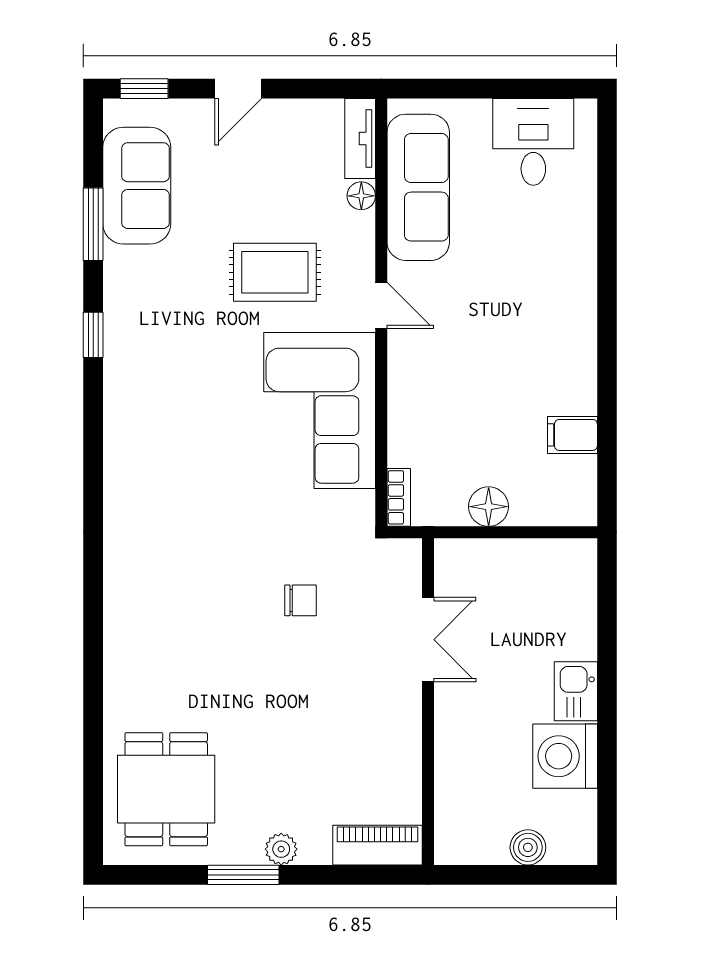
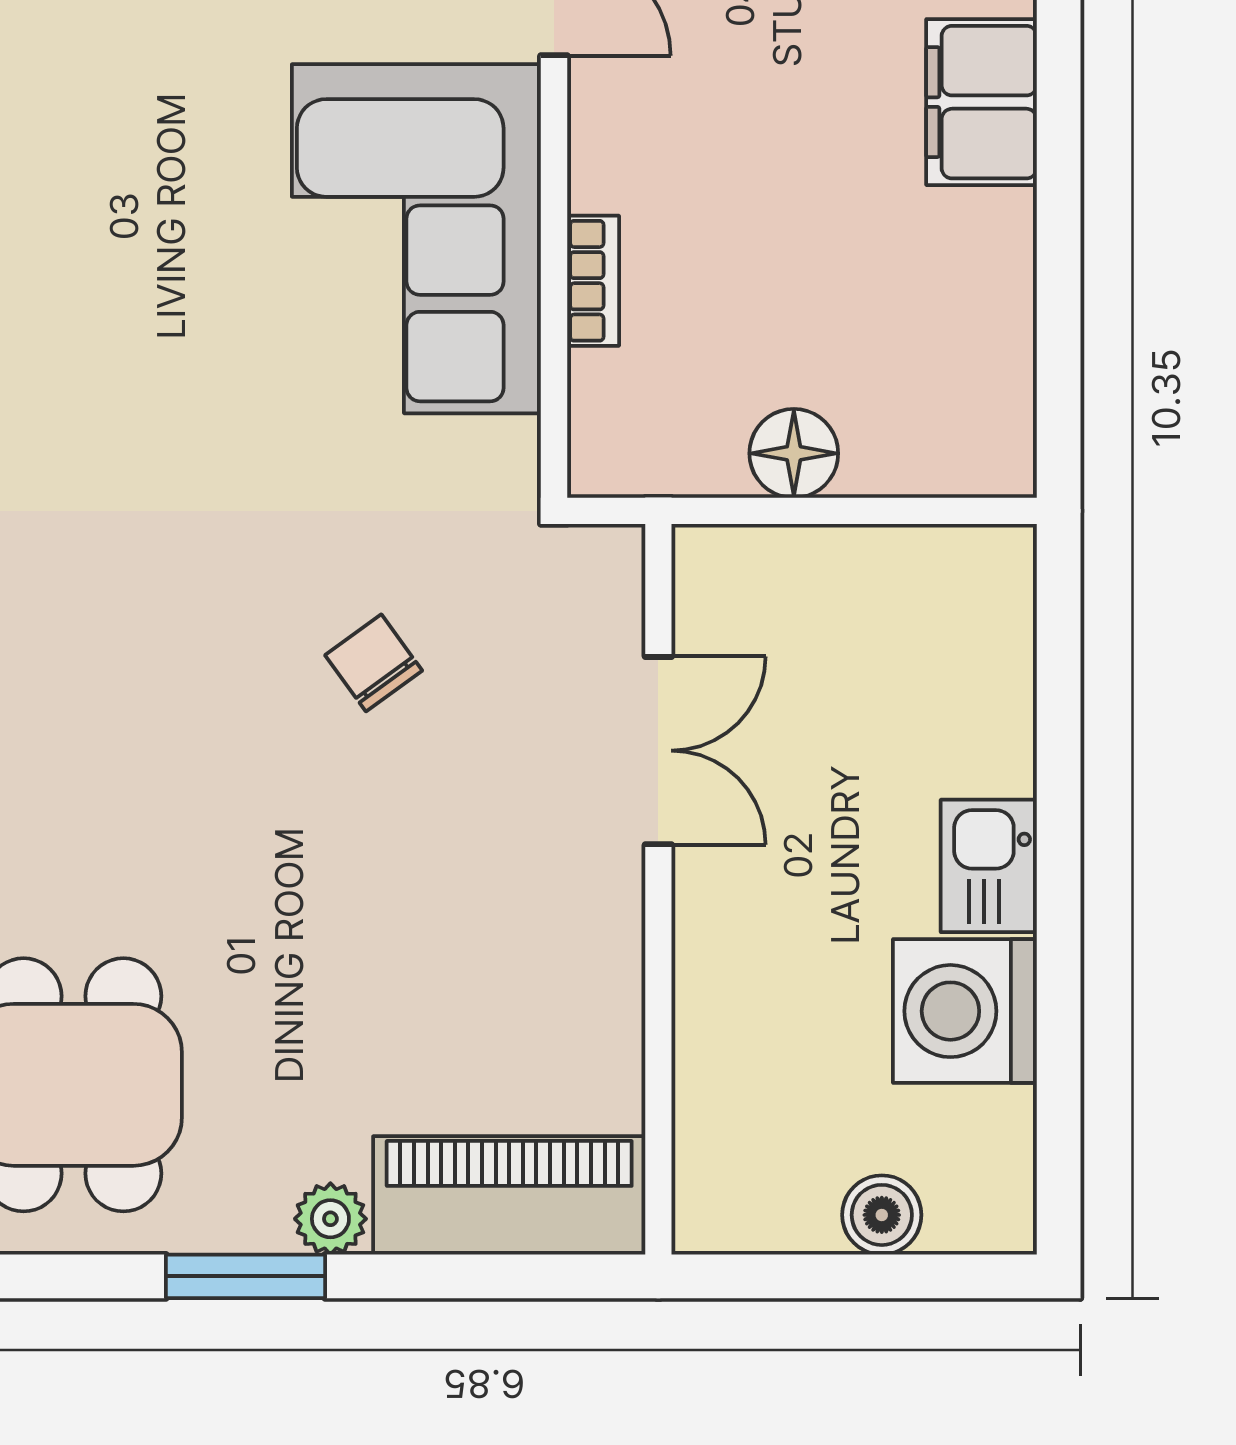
filing cabinet: (572, 435) -> (981, 102), moved, width x2.00
bookcase: (399, 497) -> (593, 281), moved
chair: (301, 600) -> (374, 663), turned -126
piano: (378, 845) -> (509, 1195), width x1.37, depth x1.33

